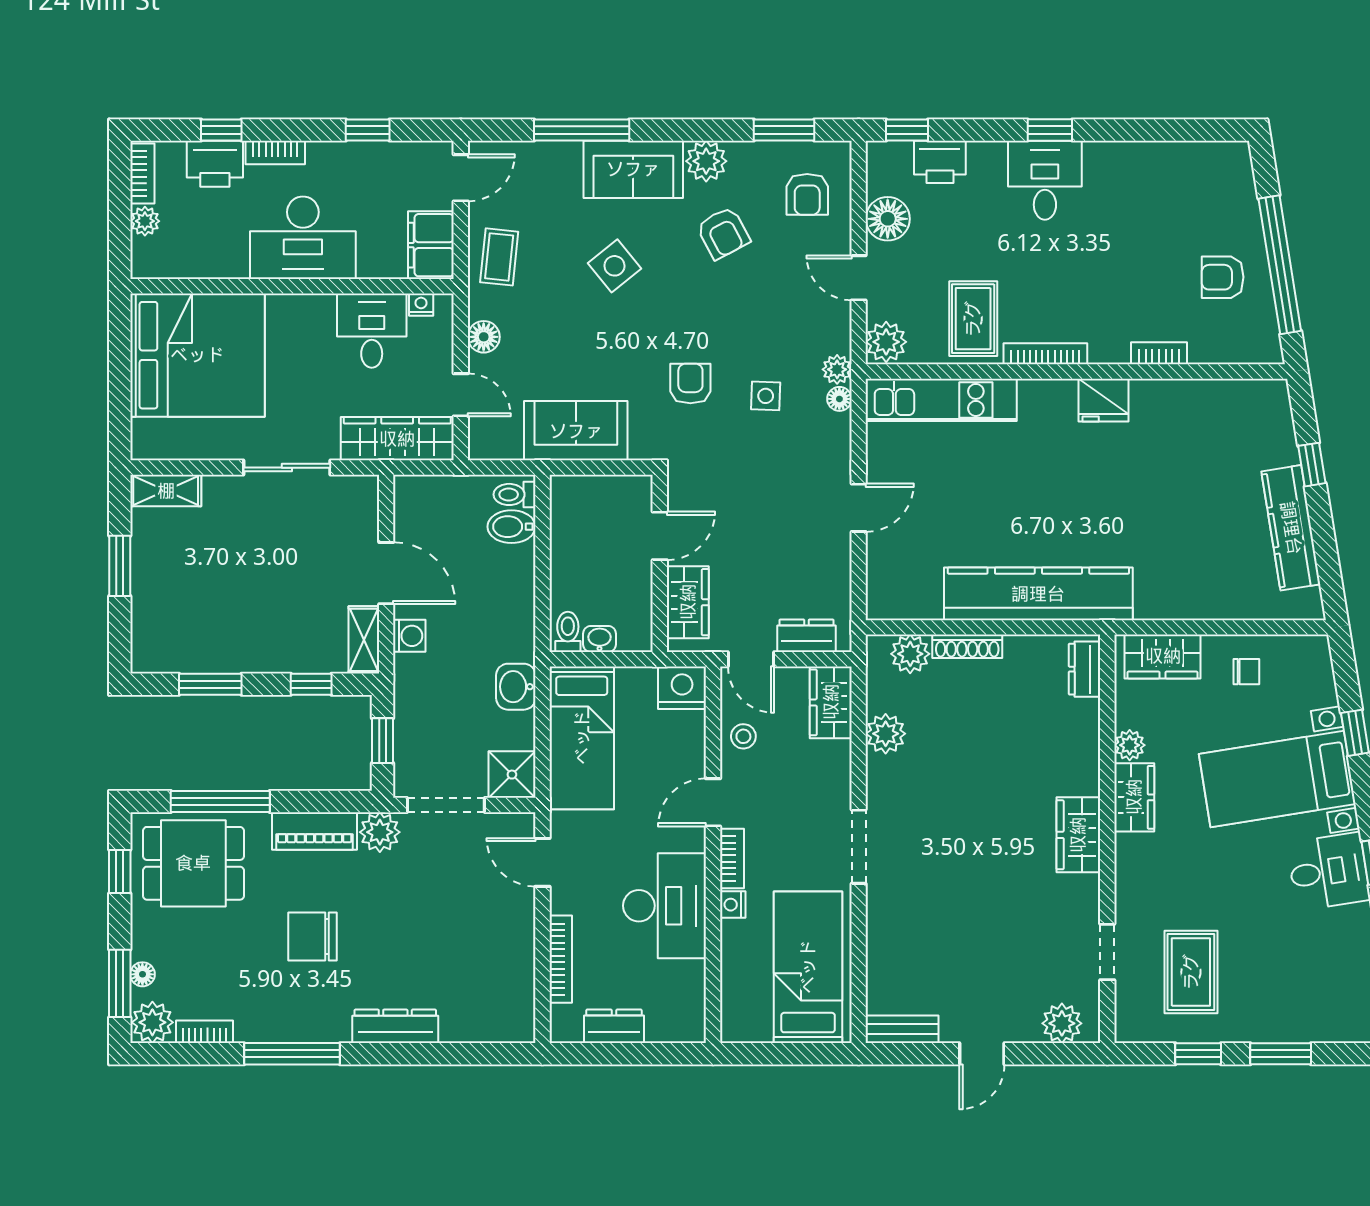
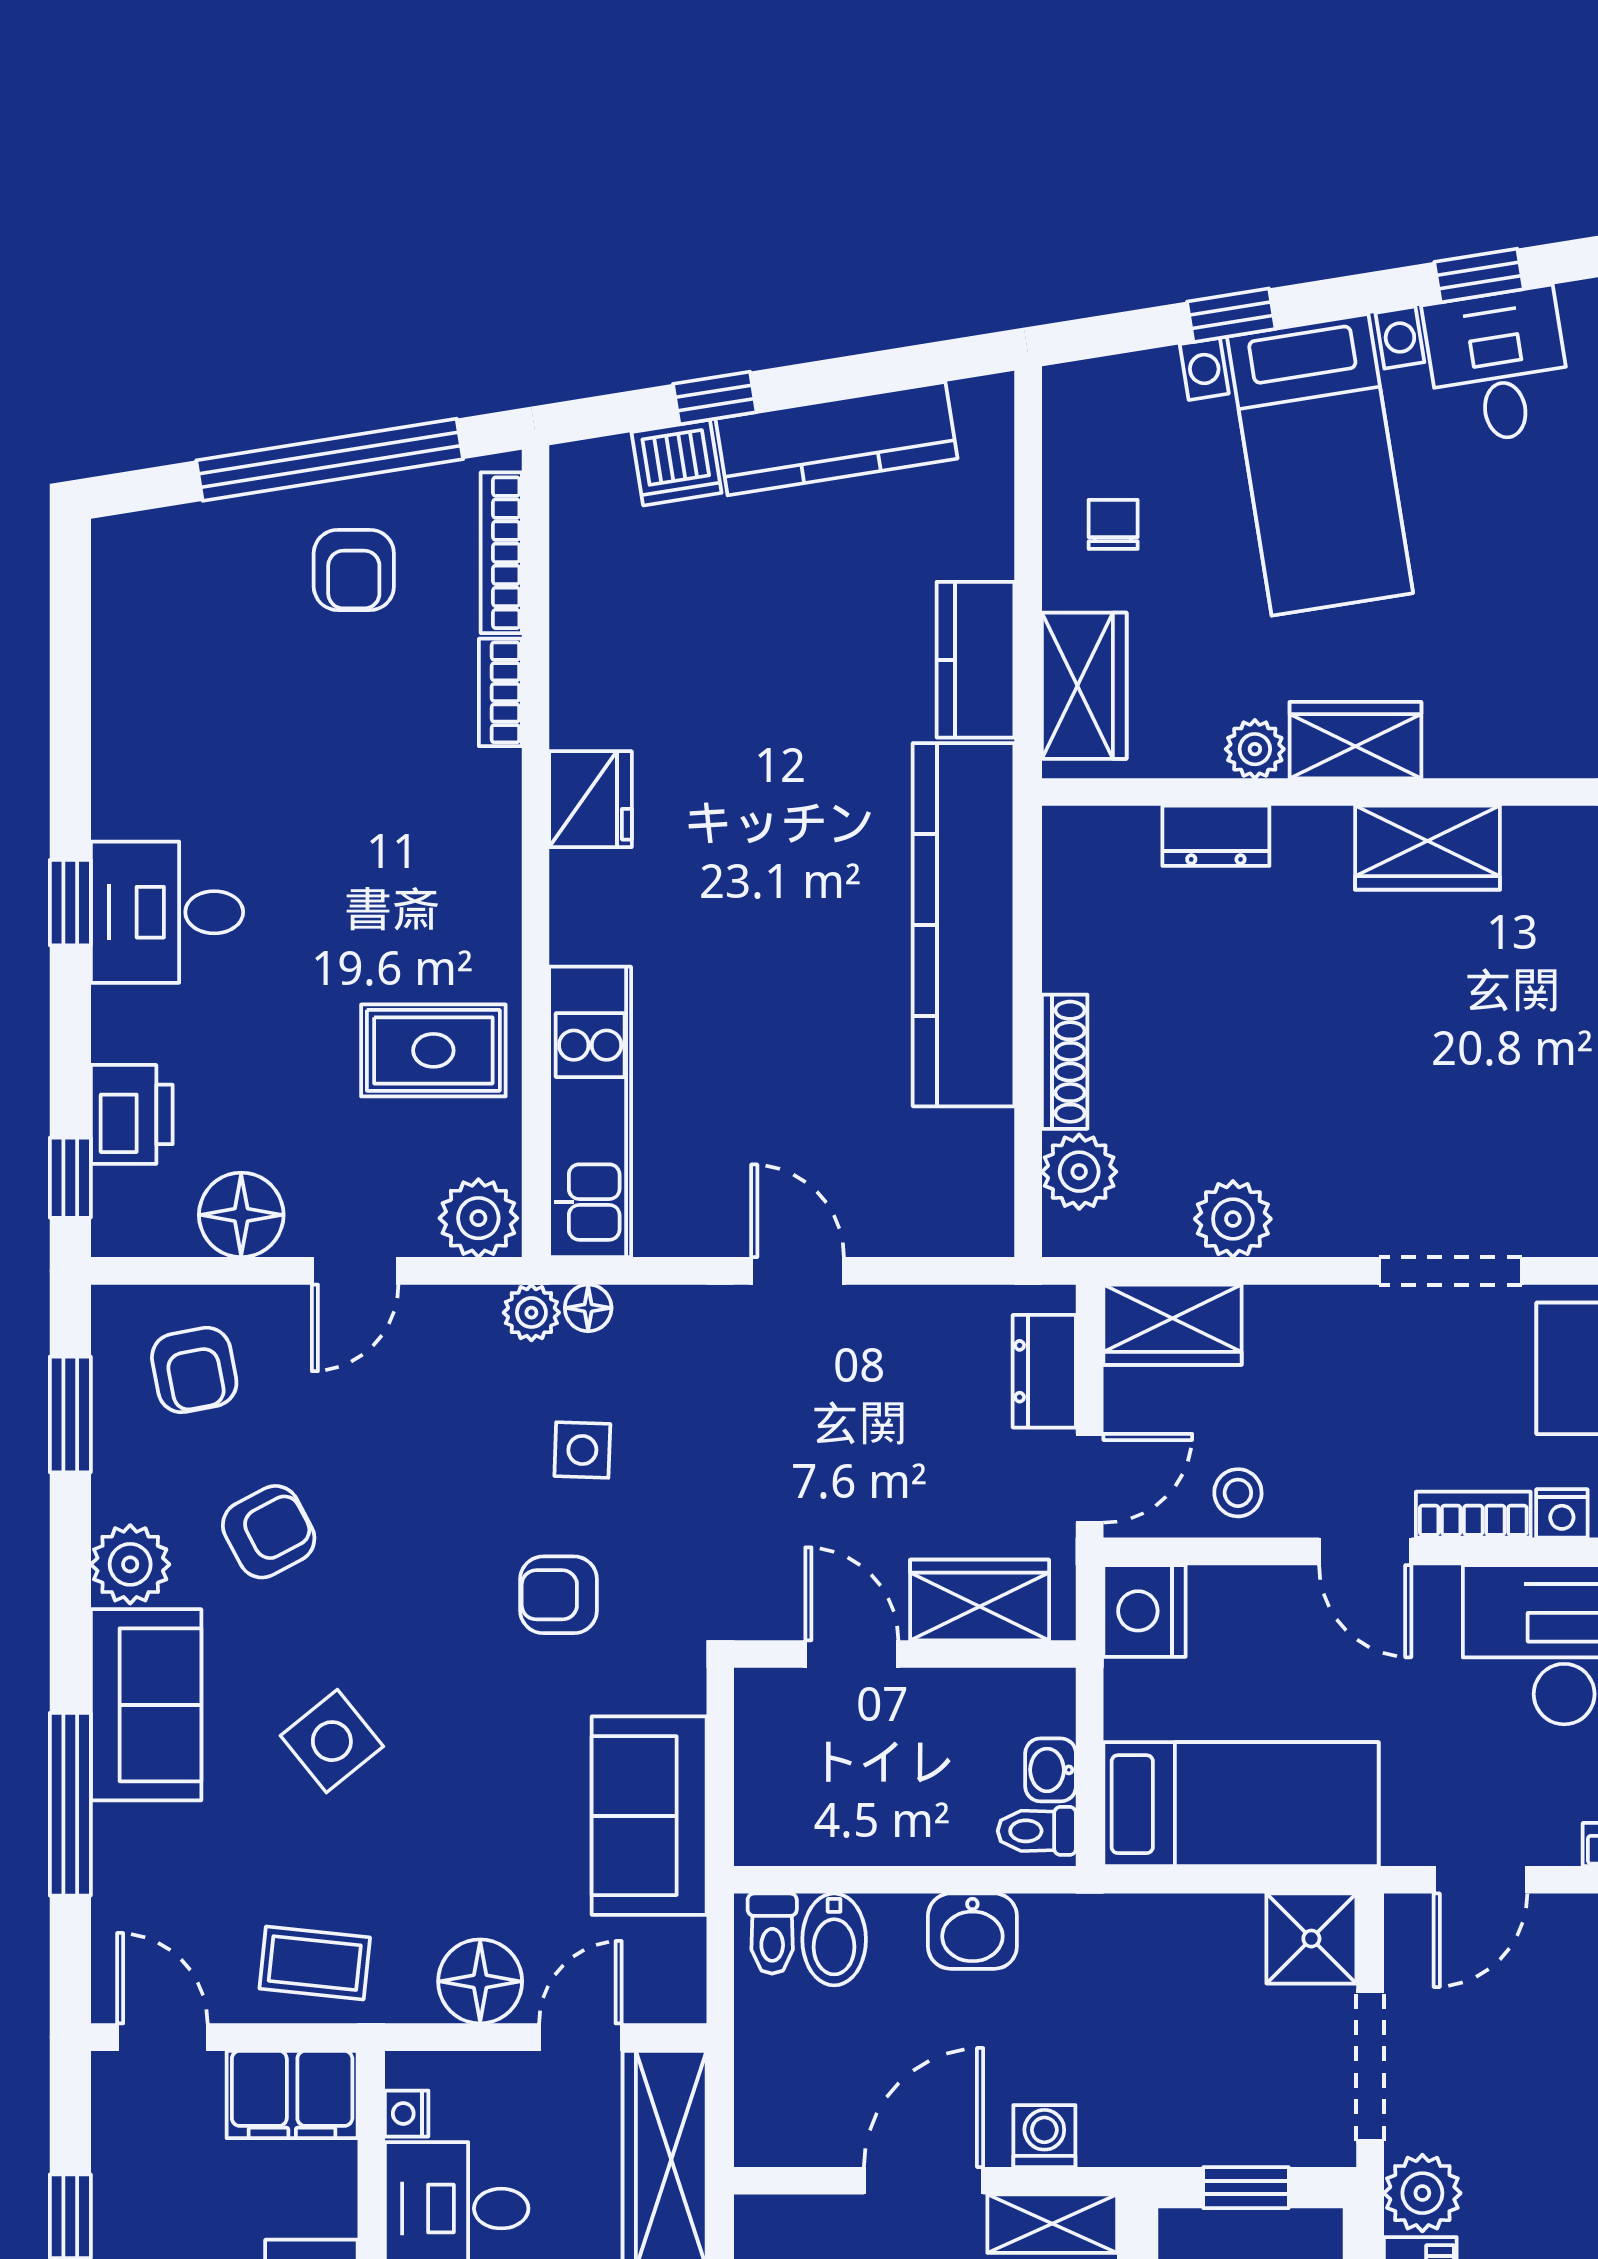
armchair: (807, 194) -> (194, 1370), turned 79
floor lamp: (484, 337) -> (480, 1981), width x1.38, depth x1.38
bookcase: (1045, 354) -> (501, 553), moved
dishwasher: (1278, 445) -> (677, 463), added
kitchen counter: (1176, 600) -> (975, 660), added
dresser: (1085, 669) -> (1216, 836), moved
washbasin: (516, 687) -> (972, 1931), moved

